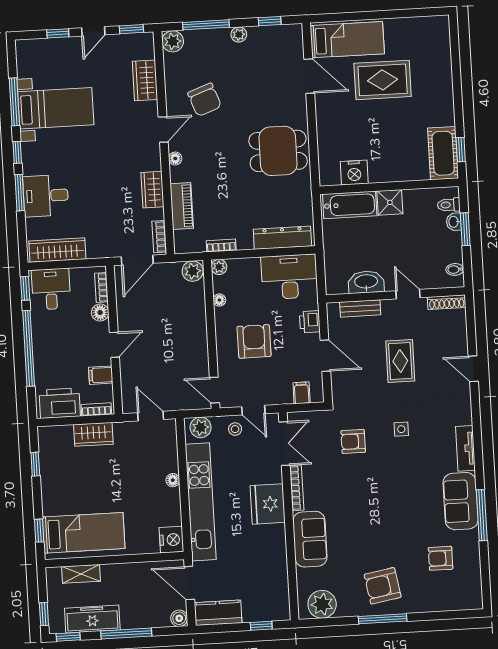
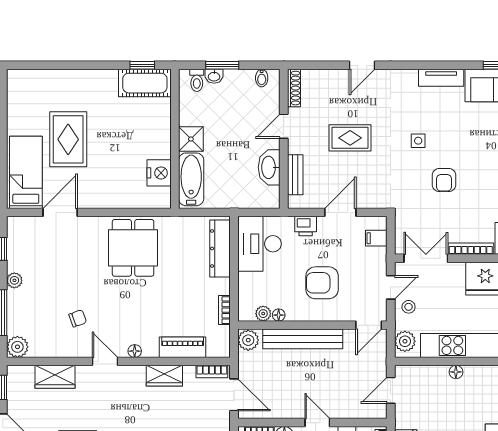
chair: (205, 100) -> (78, 318), width x0.54, depth x0.54
plant: (219, 267) -> (263, 314), moved
bench: (197, 325) -> (303, 339), added
armchair: (353, 441) -> (444, 180), moved

